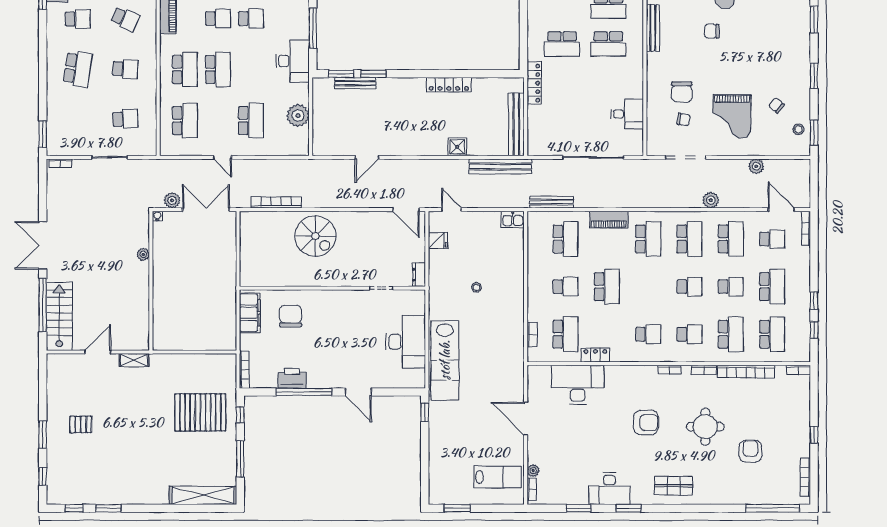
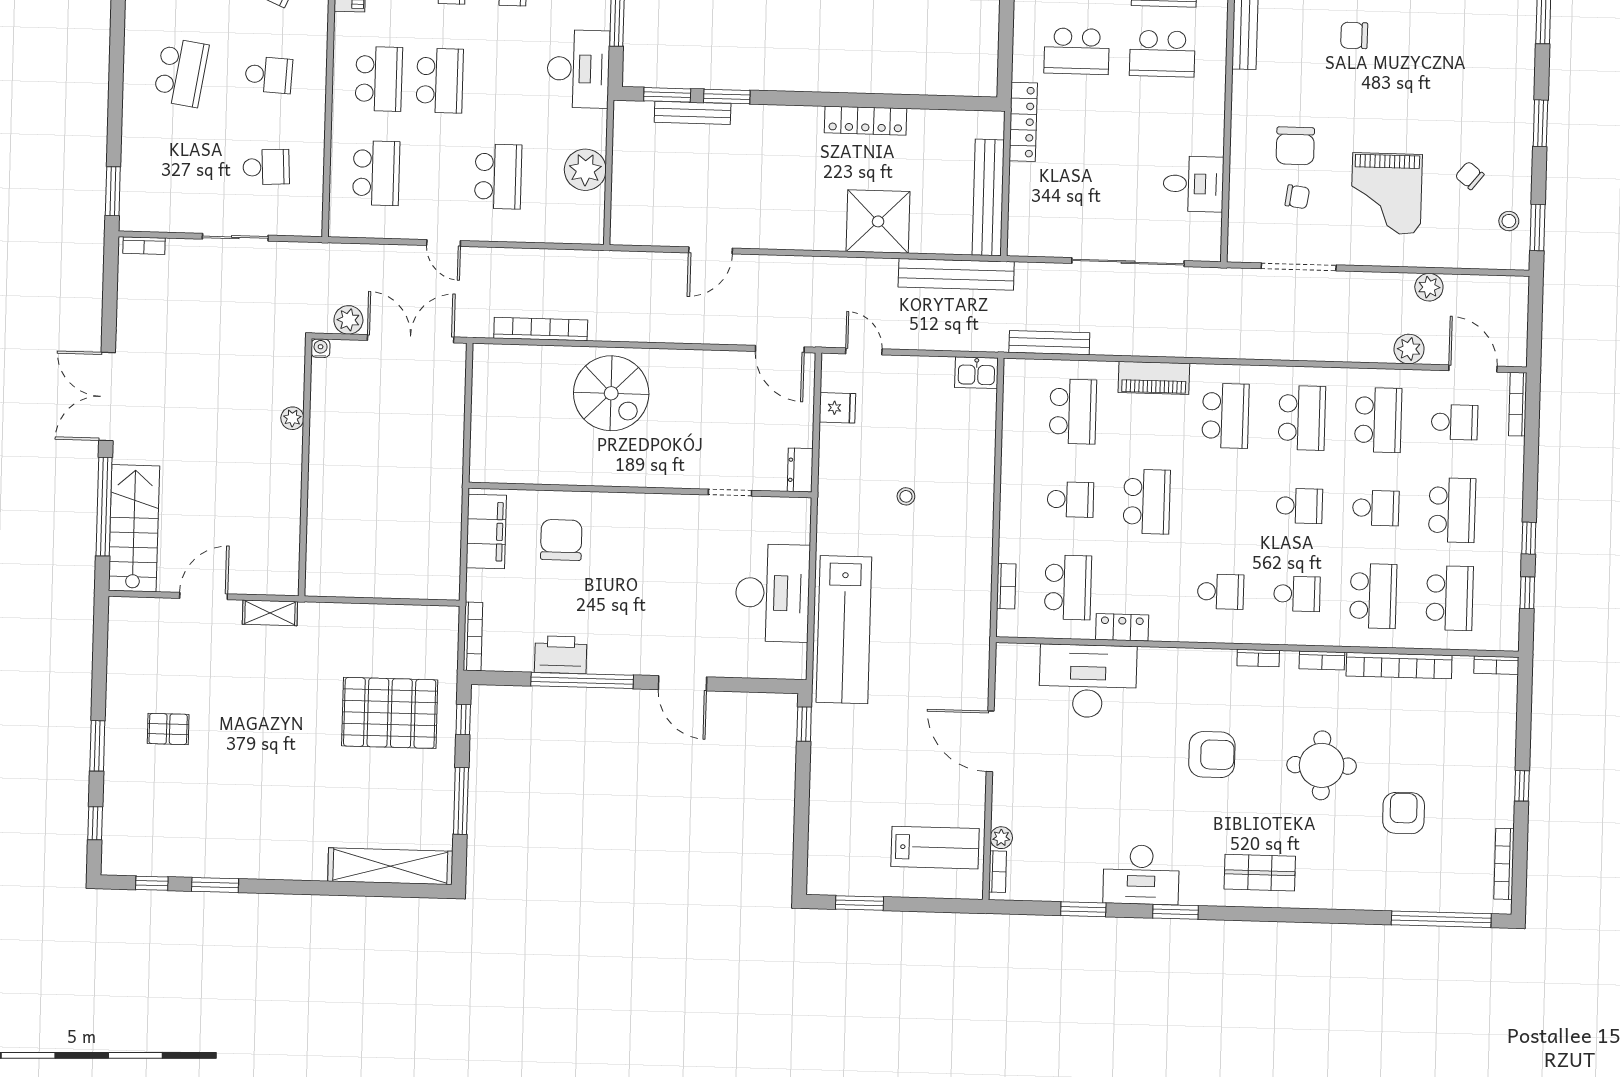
shower: (457, 147) -> (878, 221), width x1.86, depth x1.86
plant: (711, 200) -> (1409, 349), moved

